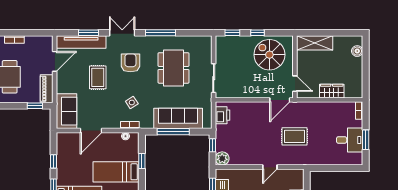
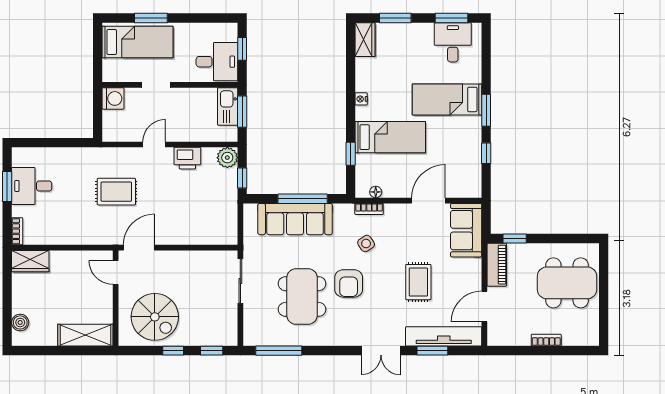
window: (160, 33) -> (279, 351), moved
armchair: (130, 63) -> (349, 283), moved
wardrobe: (332, 91) -> (30, 261), moved
printer: (223, 115) -> (187, 158), moved, turned -90

